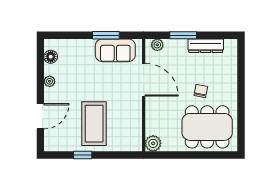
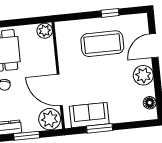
plant: (157, 45) -> (50, 119), width x1.88, depth x1.88
plant: (50, 81) -> (143, 75), width x1.87, depth x1.87
coffee table: (94, 124) -> (102, 44), turned 90

